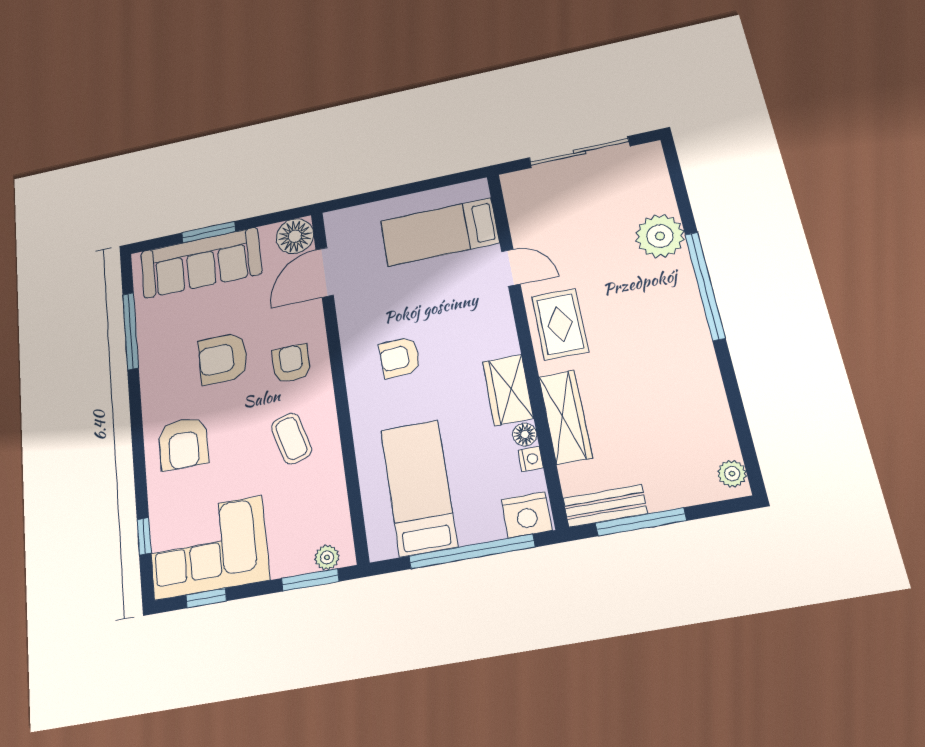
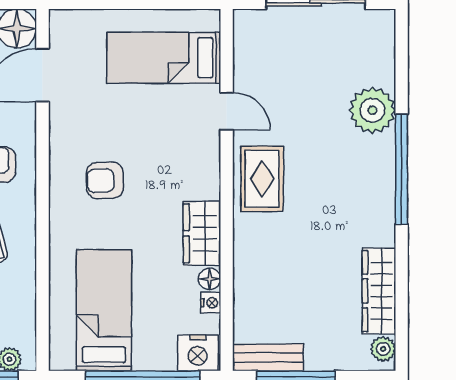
wardrobe: (565, 417) -> (379, 291), moved, turned 180

